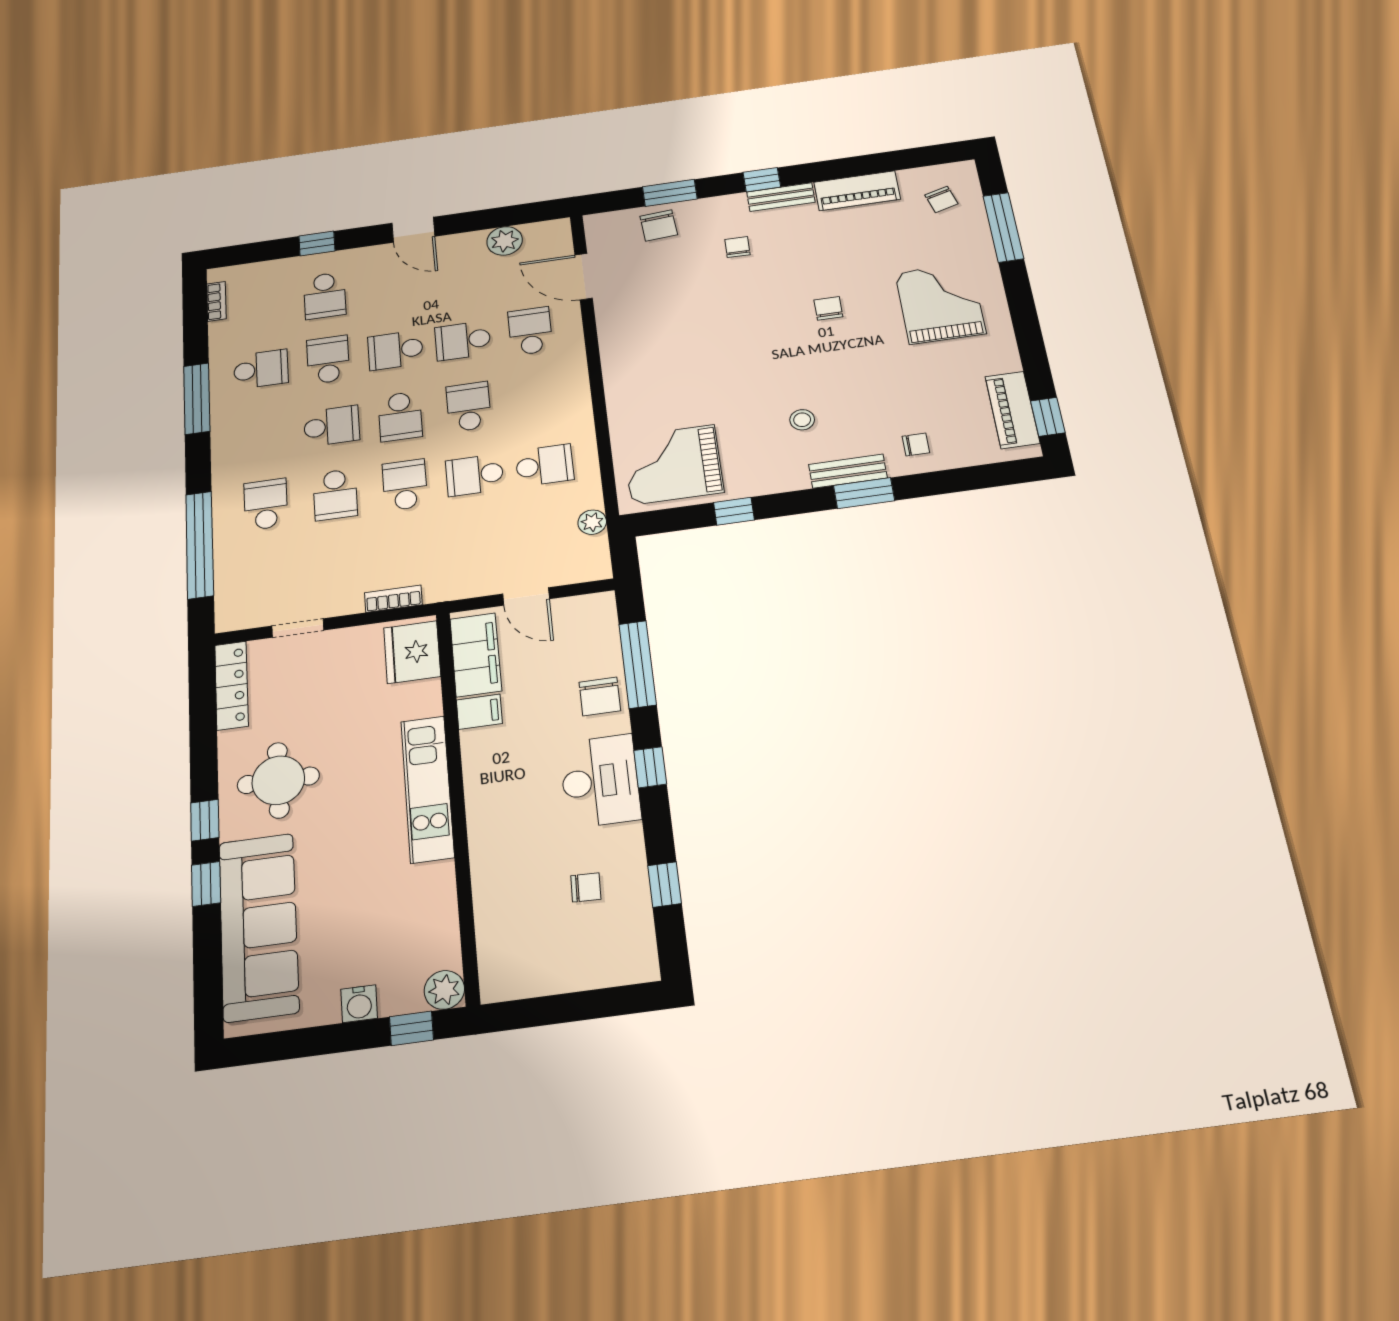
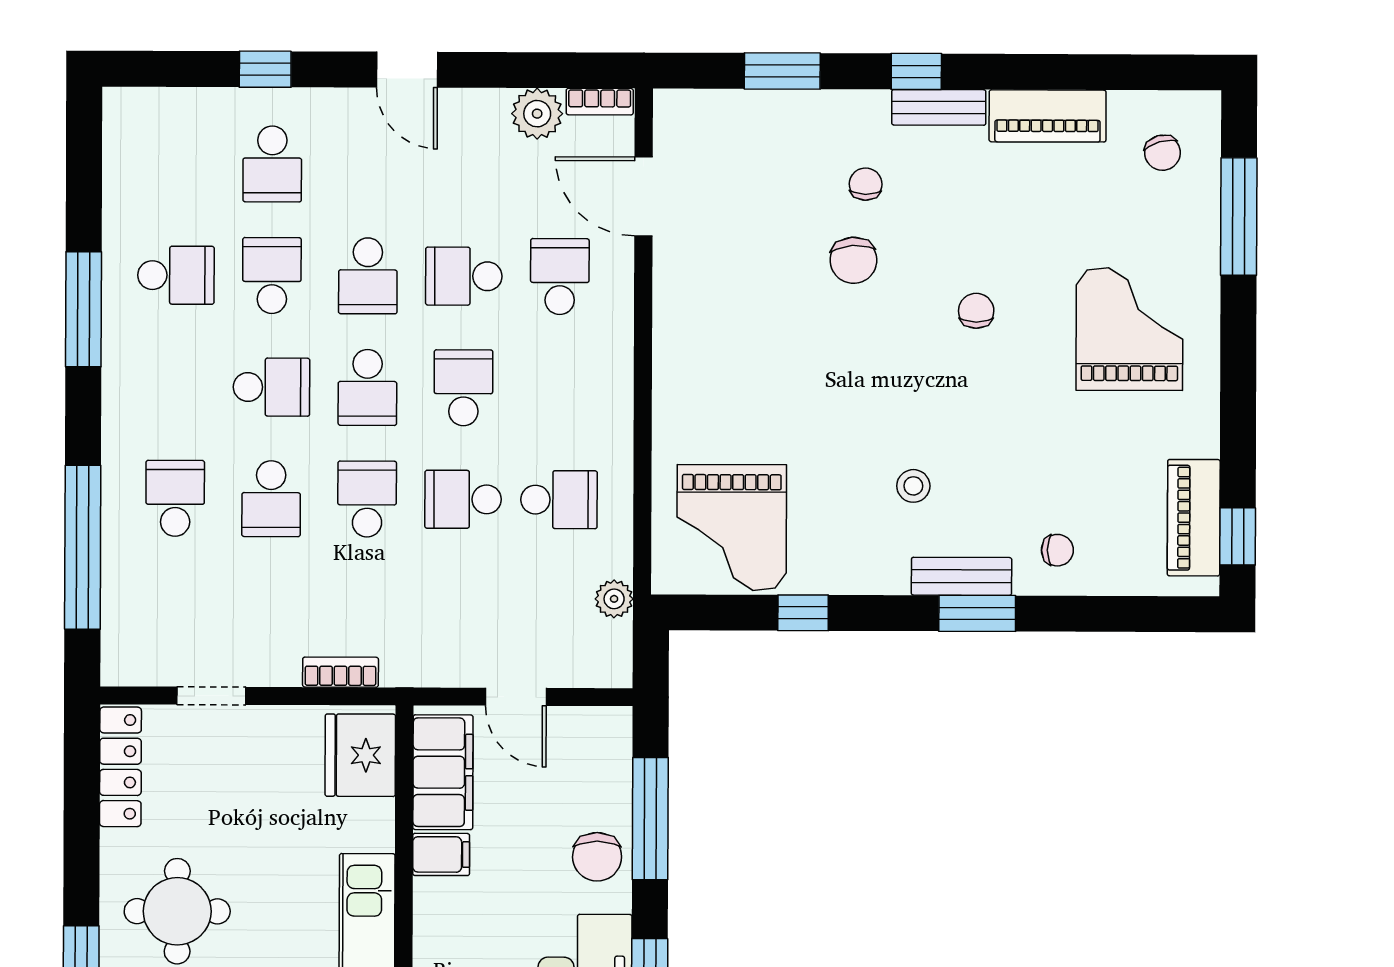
chair: (659, 225) -> (853, 260), moved
bookcase: (216, 301) -> (600, 102), moved, turned 90
school desk: (395, 350) -> (368, 276), turned -90
grand piano: (673, 465) -> (732, 527), turned -90

